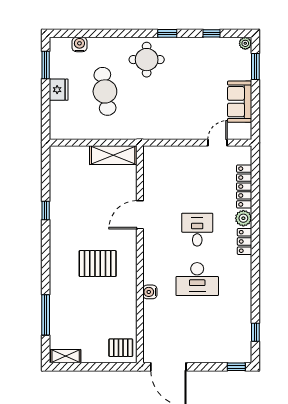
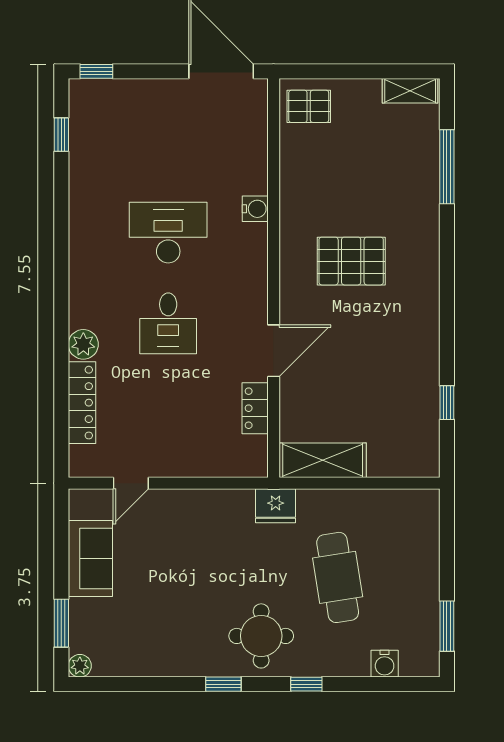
window: (212, 33) -> (306, 684), moved
fridge: (59, 90) -> (276, 506), moved, turned -90
window: (46, 210) -> (447, 403), moved
locker: (244, 241) -> (255, 408), moved, turned 180

